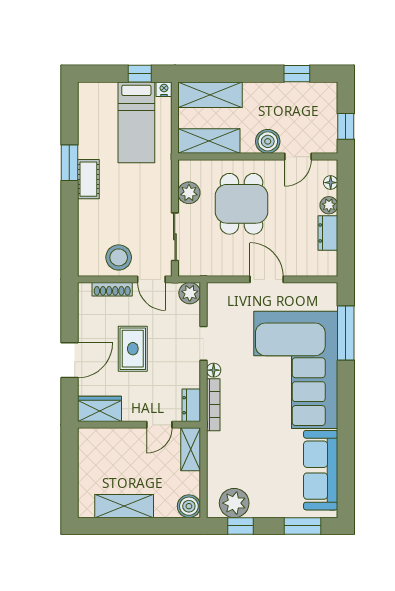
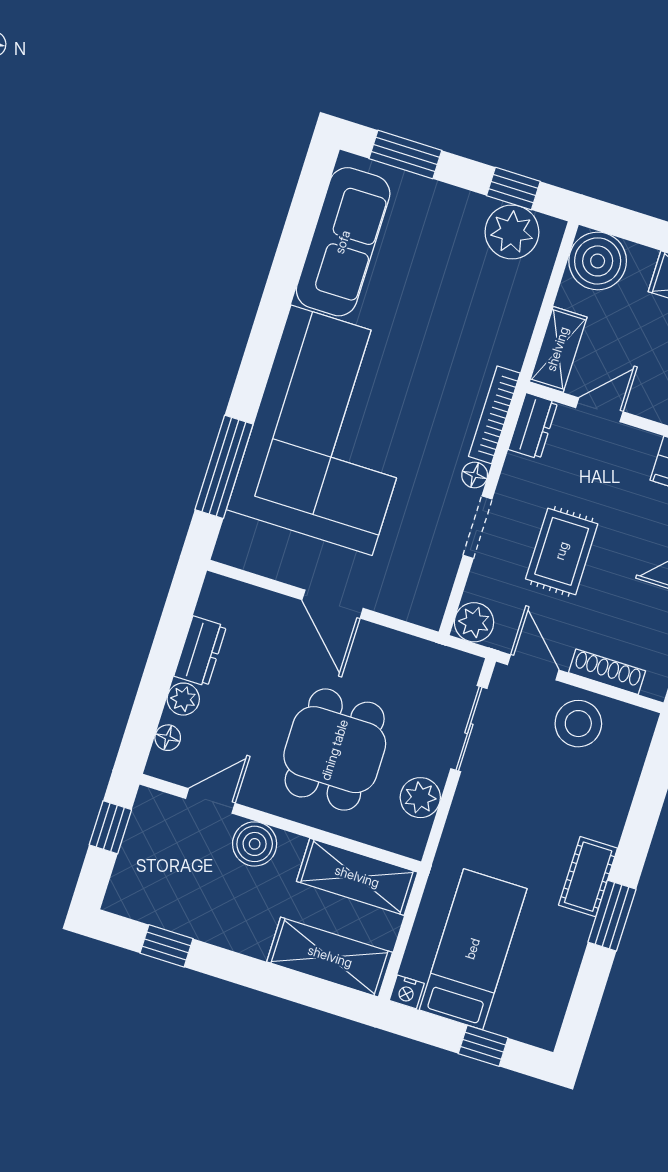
window: (140, 74) -> (483, 1046), moved
rug: (133, 349) -> (562, 551), moved
boiler: (189, 506) -> (598, 261), width x1.37, depth x1.37

